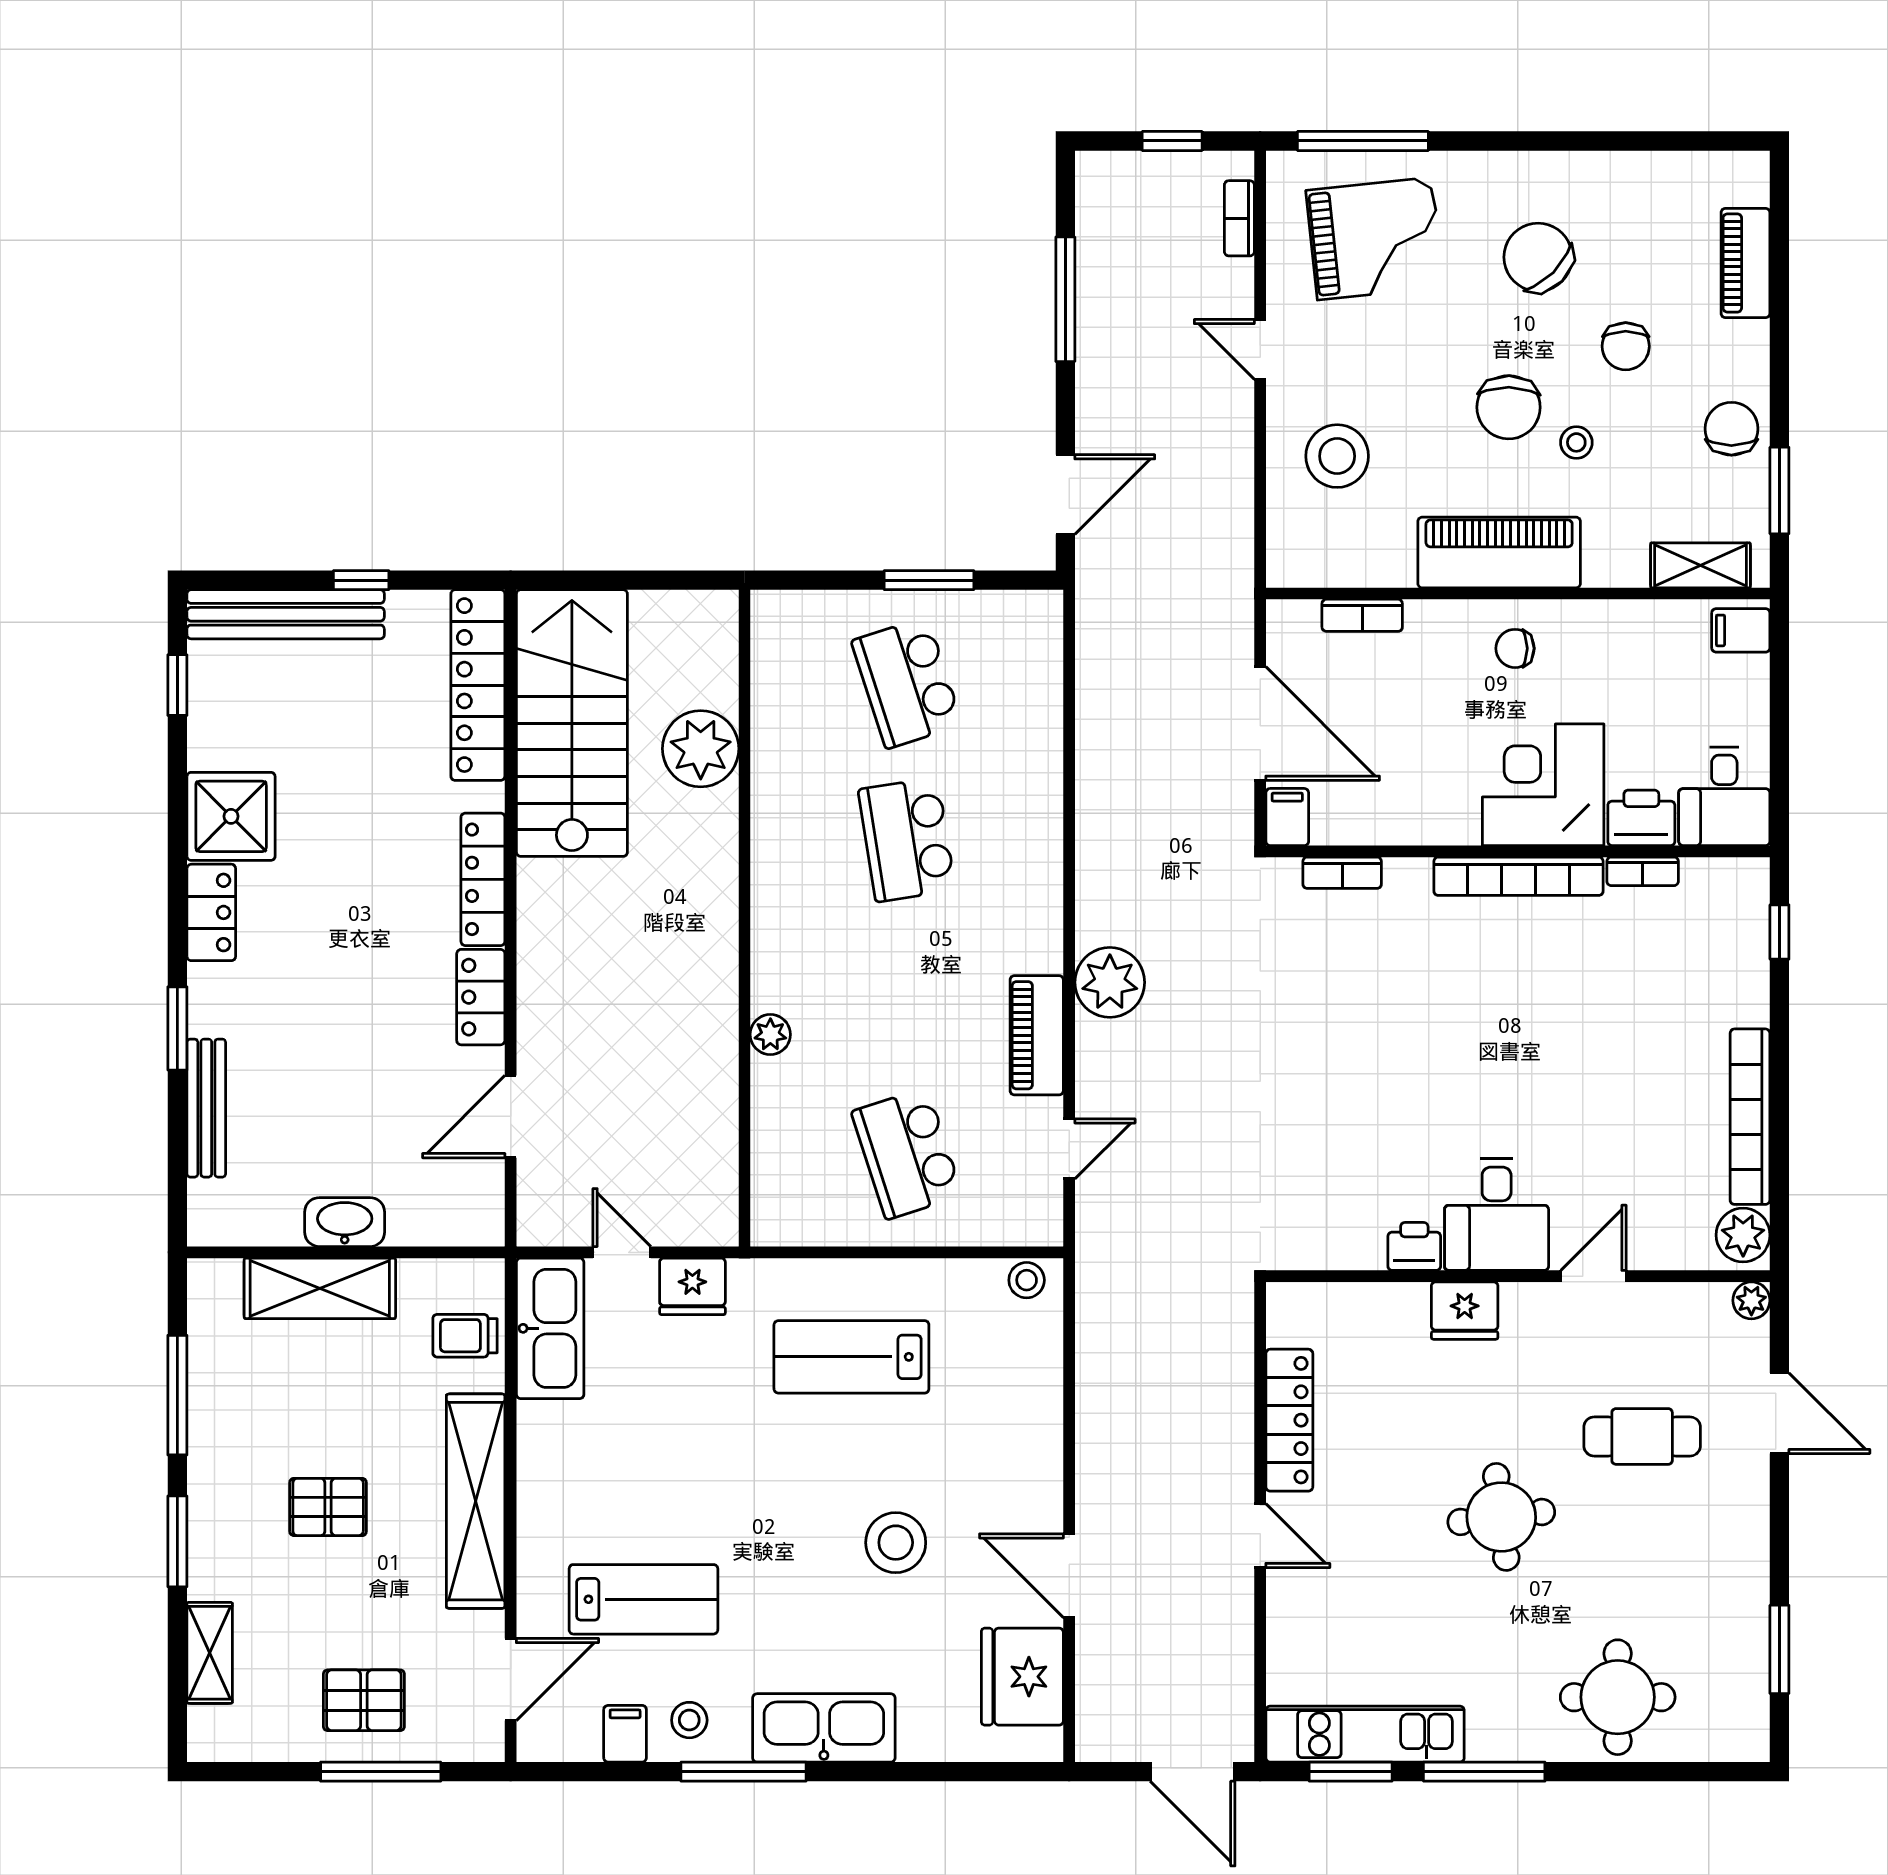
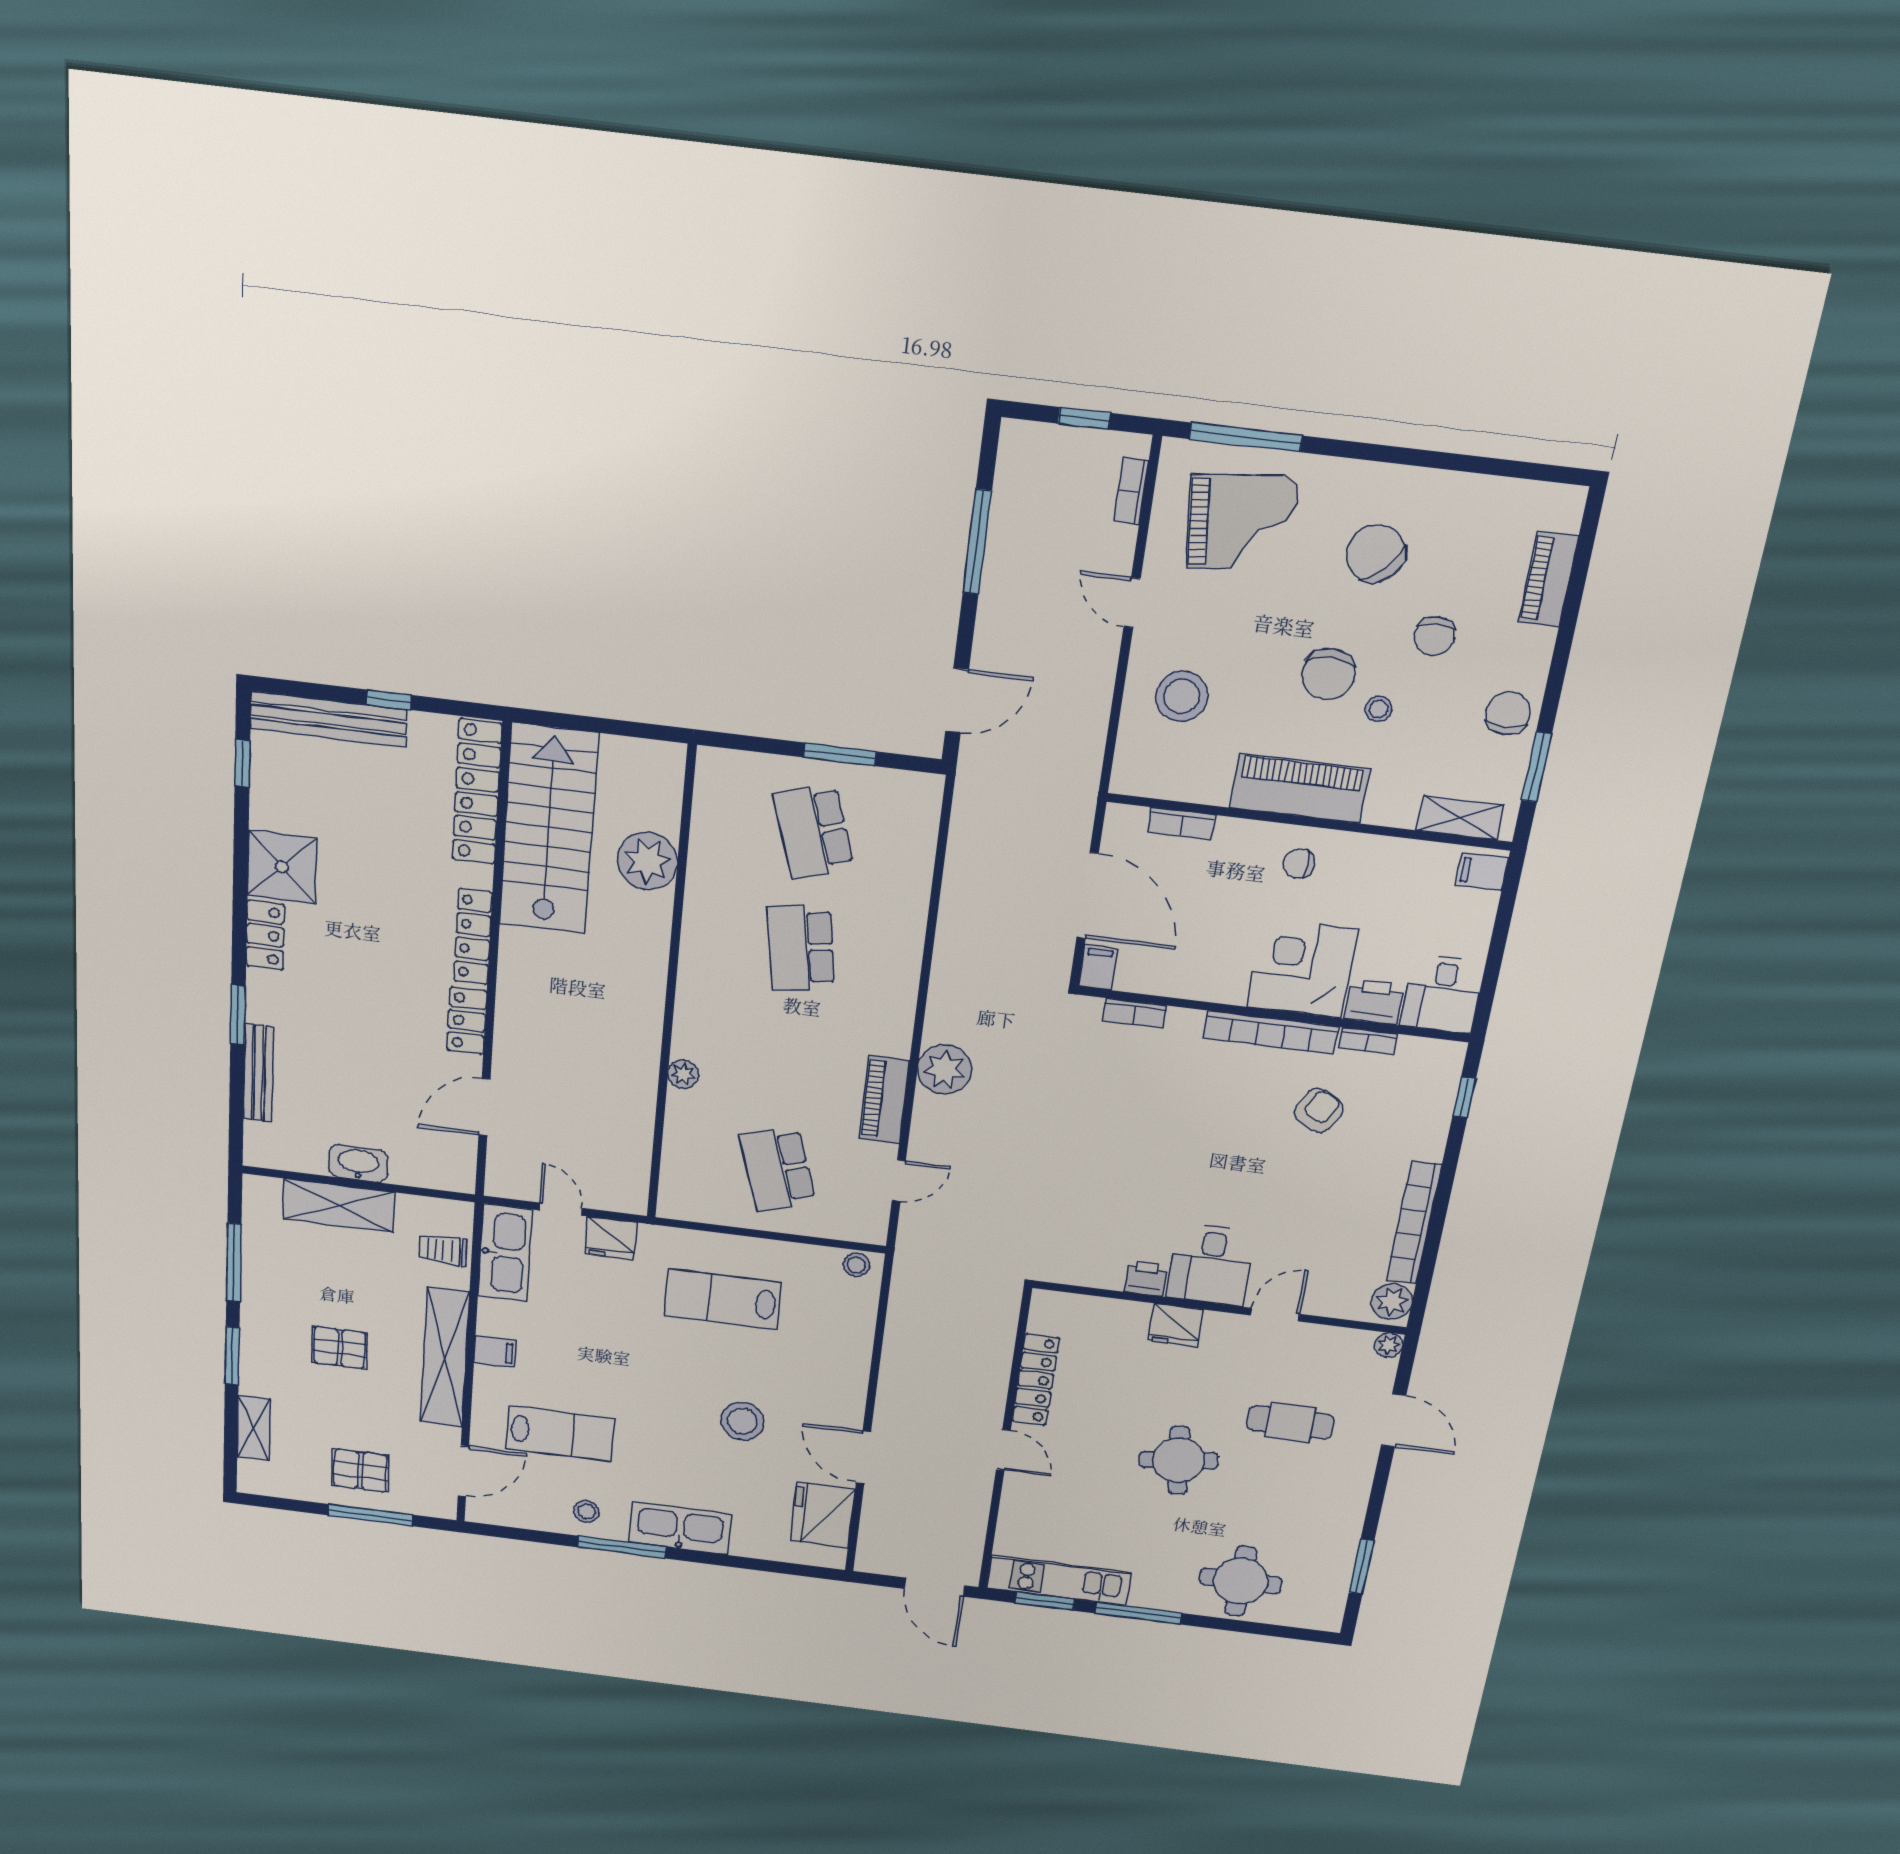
armchair: (1599, 975) -> (1319, 1111), added
filing cabinet: (625, 1734) -> (495, 1352), moved, turned 90

